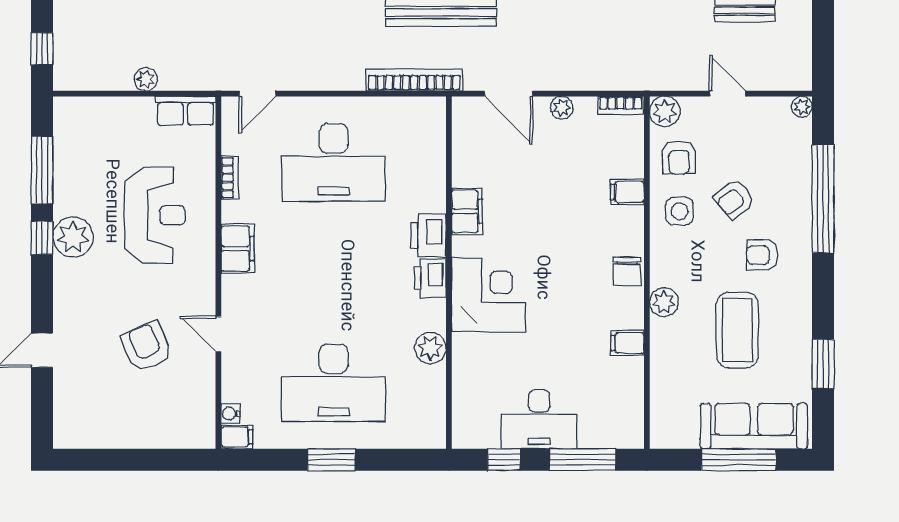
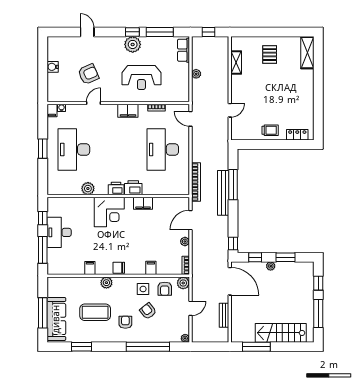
row of seats: (185, 111) -> (184, 50), moved
armchair: (679, 157) -> (165, 289), turned -90
water cooler: (129, 435) -> (53, 67), added

